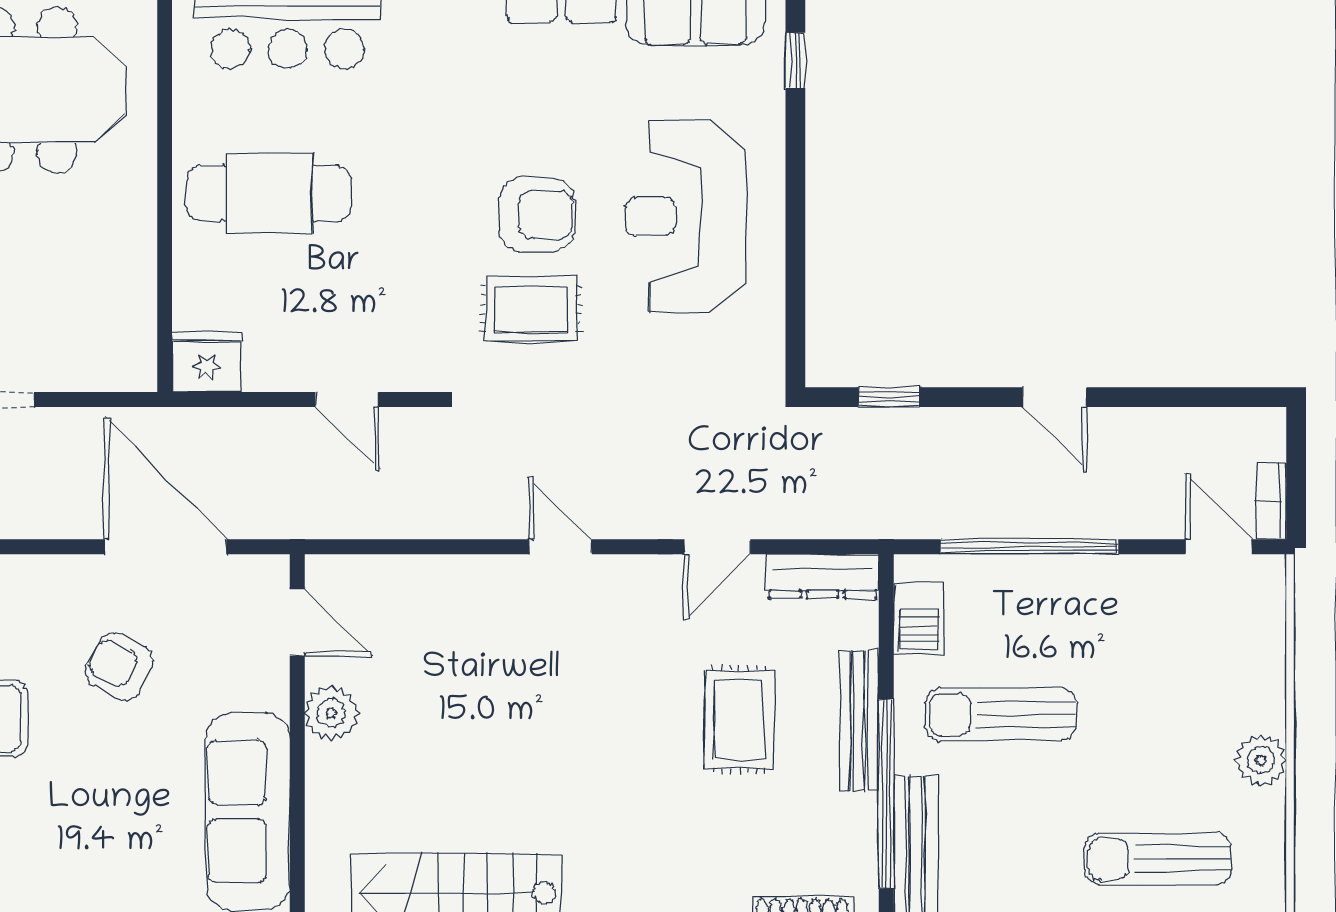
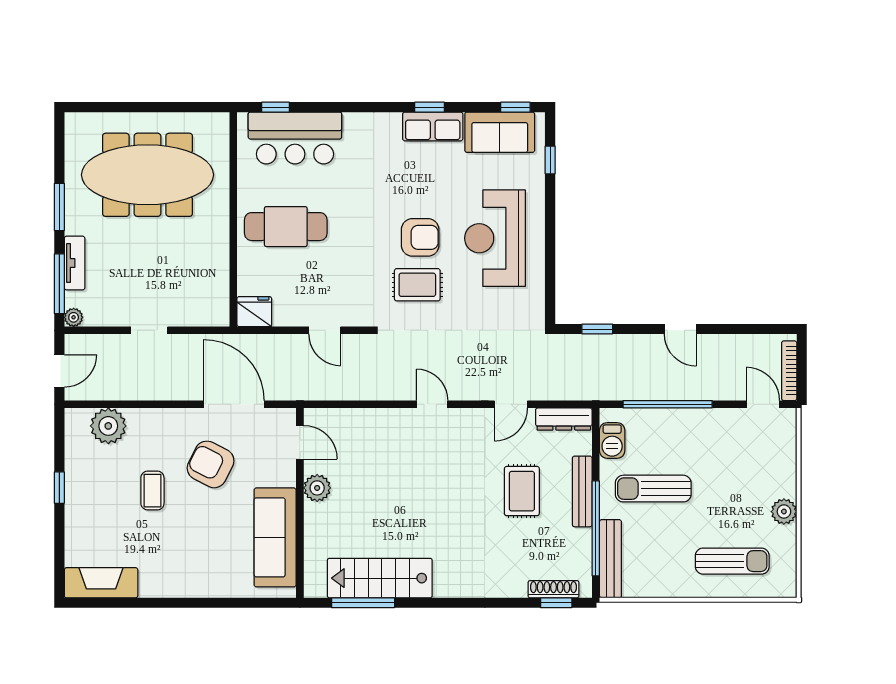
bookcase: (1271, 501) -> (789, 371), width x1.56
armchair: (119, 667) -> (211, 464), width x1.38, depth x1.38
sun lounger: (1158, 859) -> (732, 561), turned 180

